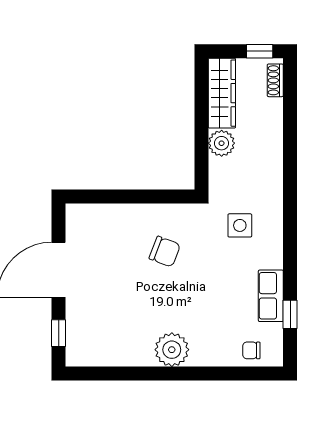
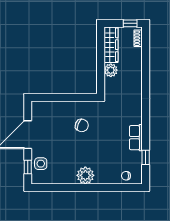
side table: (240, 225) -> (41, 164), moved
row of seats: (271, 296) -> (136, 138), moved

